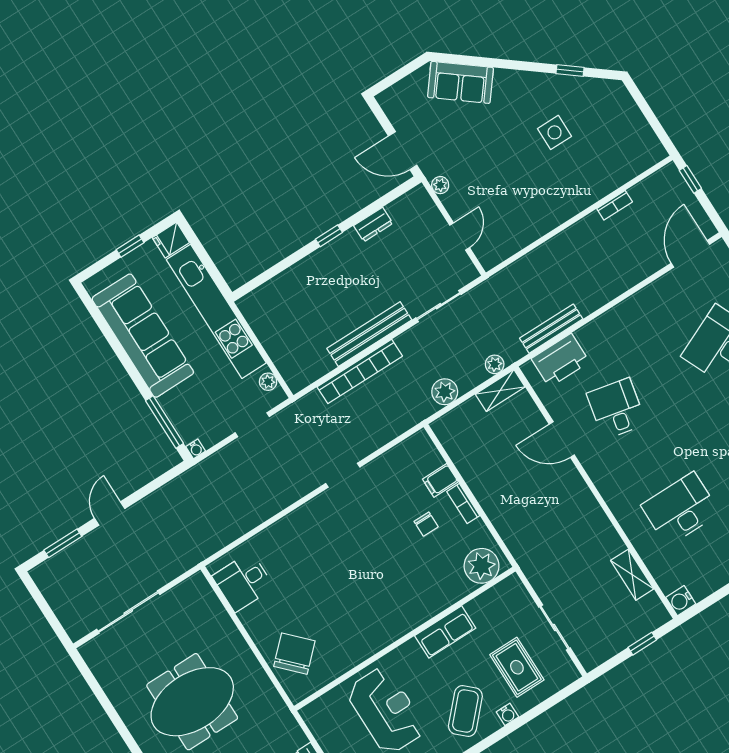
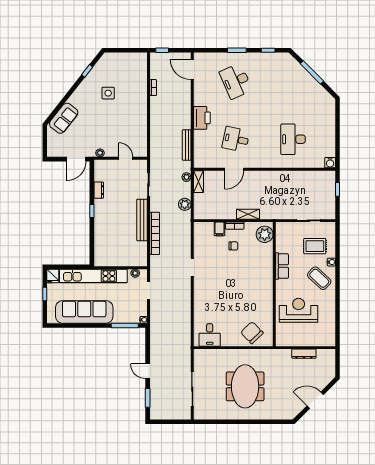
printer: (560, 360) -> (202, 118), moved
shelving: (632, 575) -> (248, 214), moved

